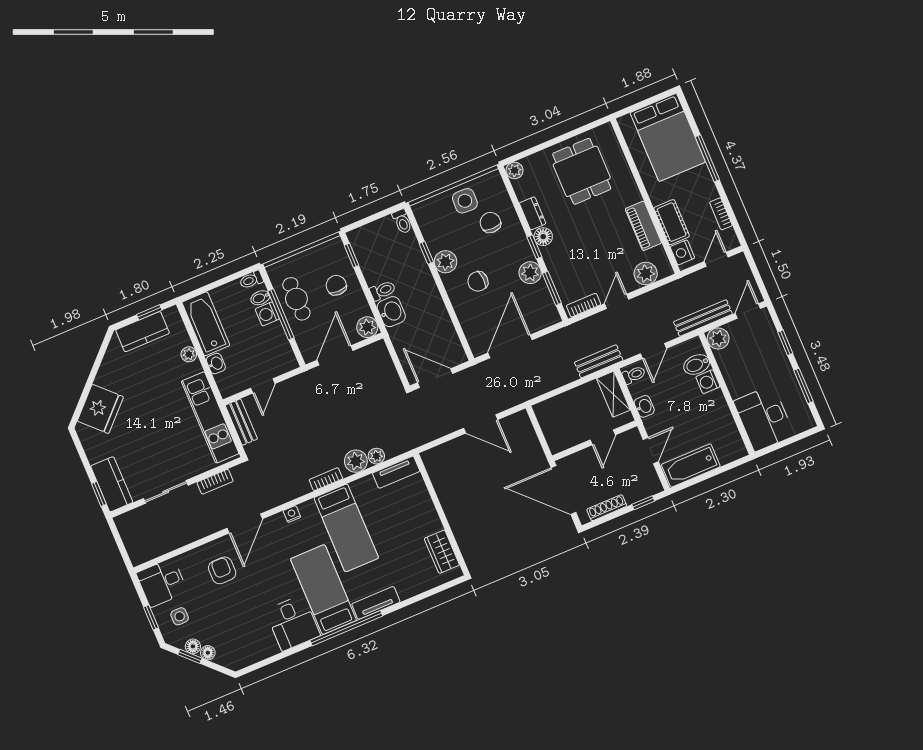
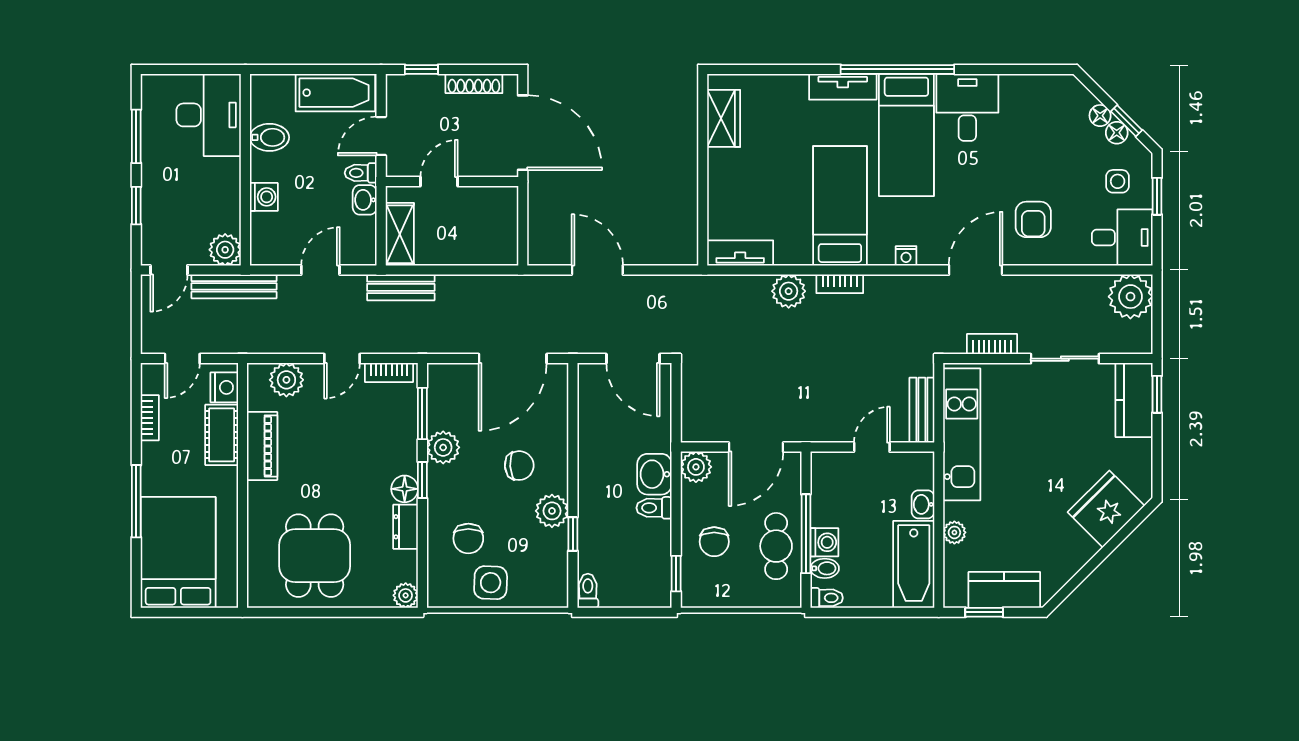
bidet: (697, 365) -> (269, 137), moved
toilet: (634, 375) -> (361, 173), moved
plant: (376, 456) -> (1130, 297), moved, width x1.88, depth x1.88

